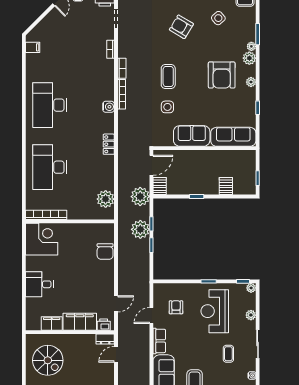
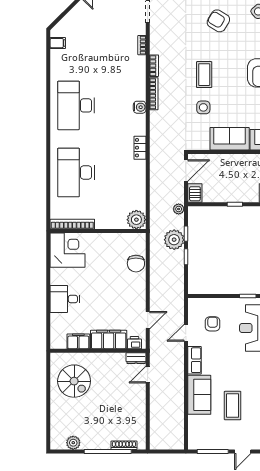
plant: (140, 197) -> (179, 209), width x0.53, depth x0.53
plant: (106, 199) -> (136, 220), moved

